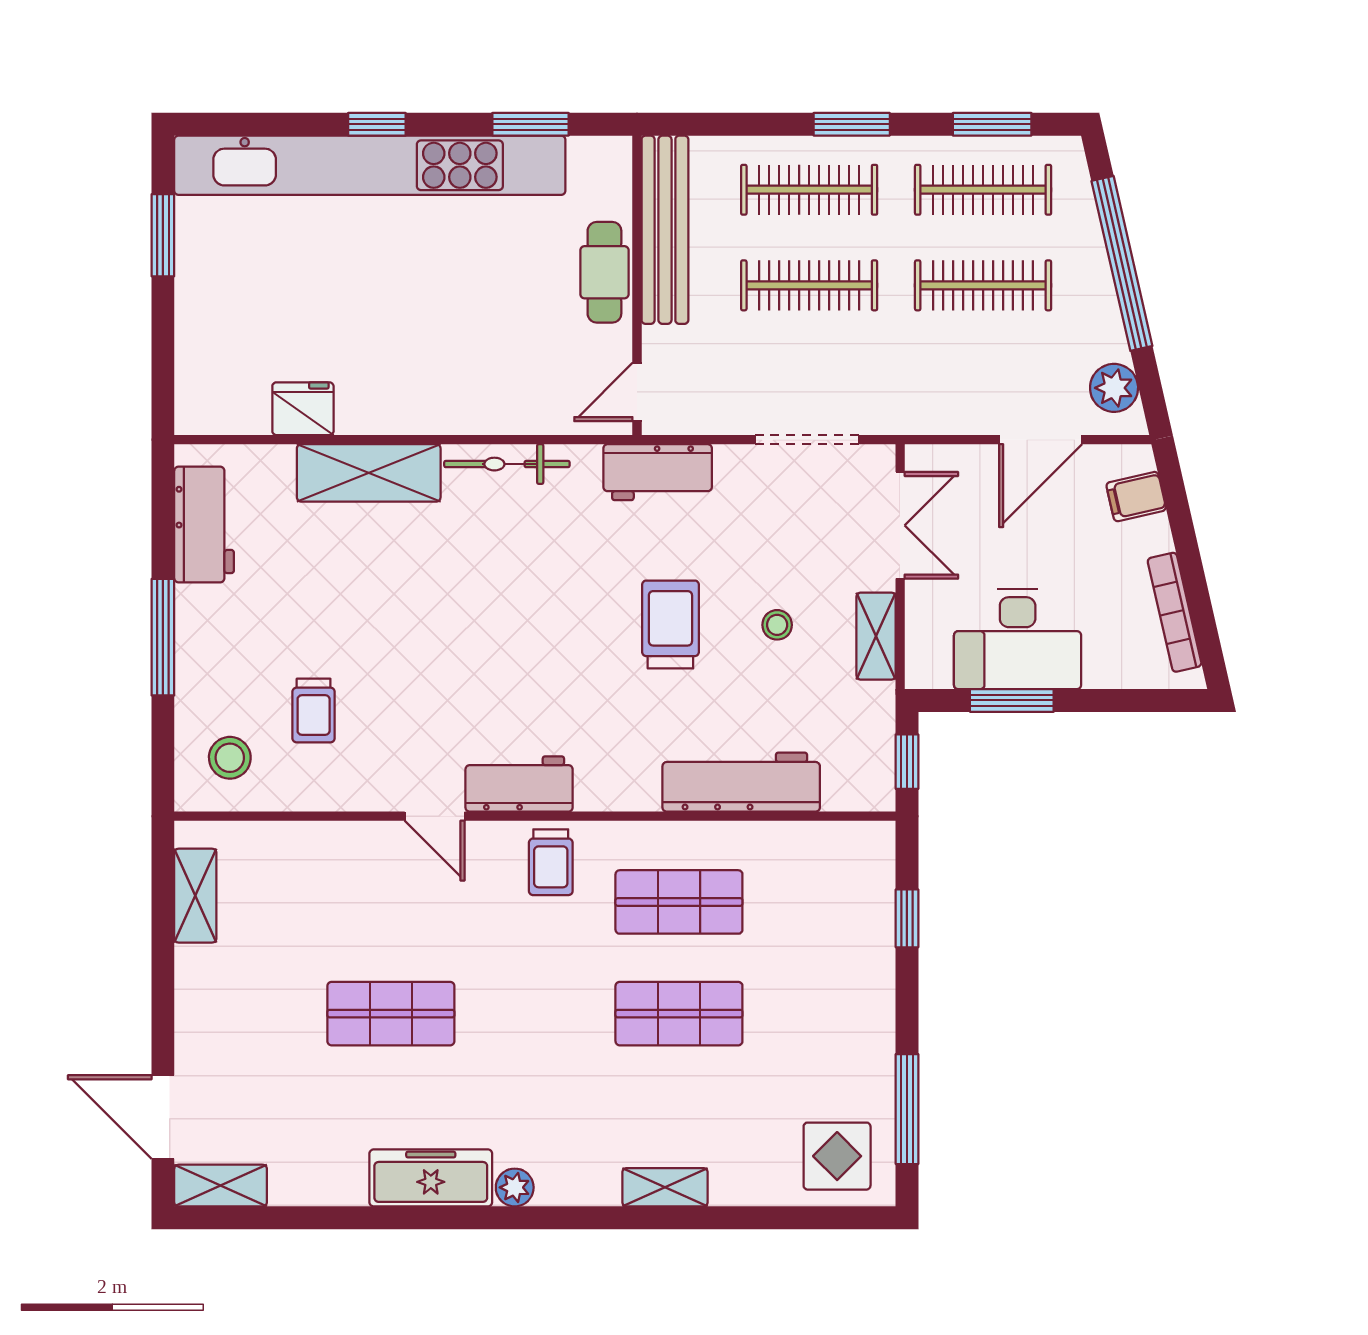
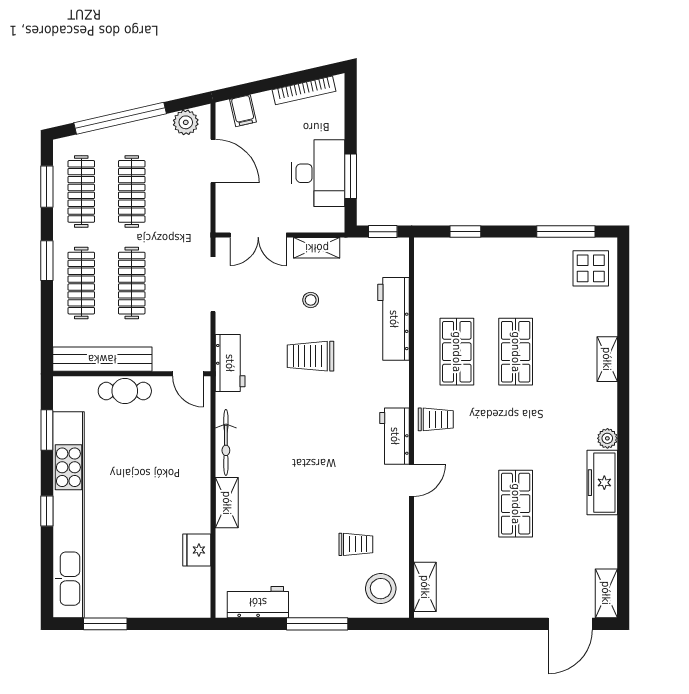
shelving: (369, 473) -> (227, 503), width x0.67, depth x0.75
double door: (900, 525) -> (258, 235), swing flipped
stool: (230, 758) -> (381, 589), width x1.38, depth x1.38
shelving: (195, 896) -> (425, 587), moved, turned 90

